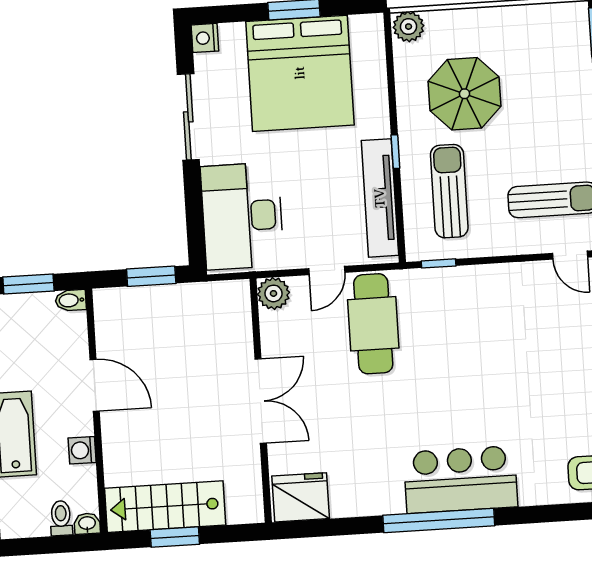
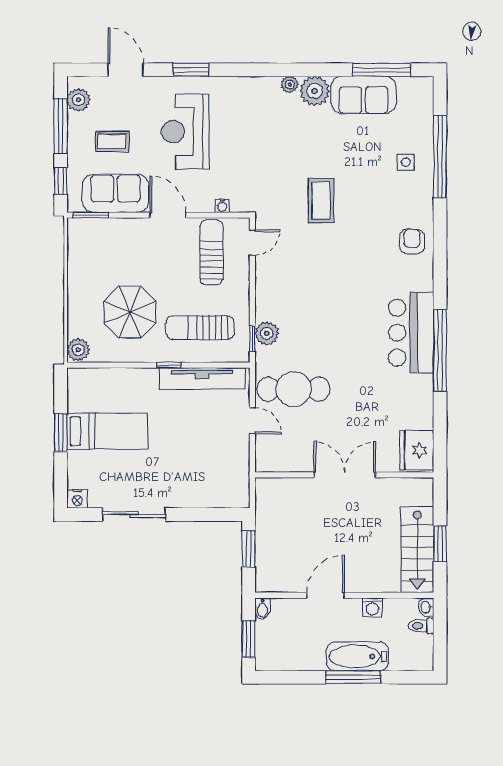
bed: (300, 73) -> (107, 431), width x0.49
desk: (242, 216) -> (209, 480), removed
plant: (274, 293) -> (267, 333), moved

